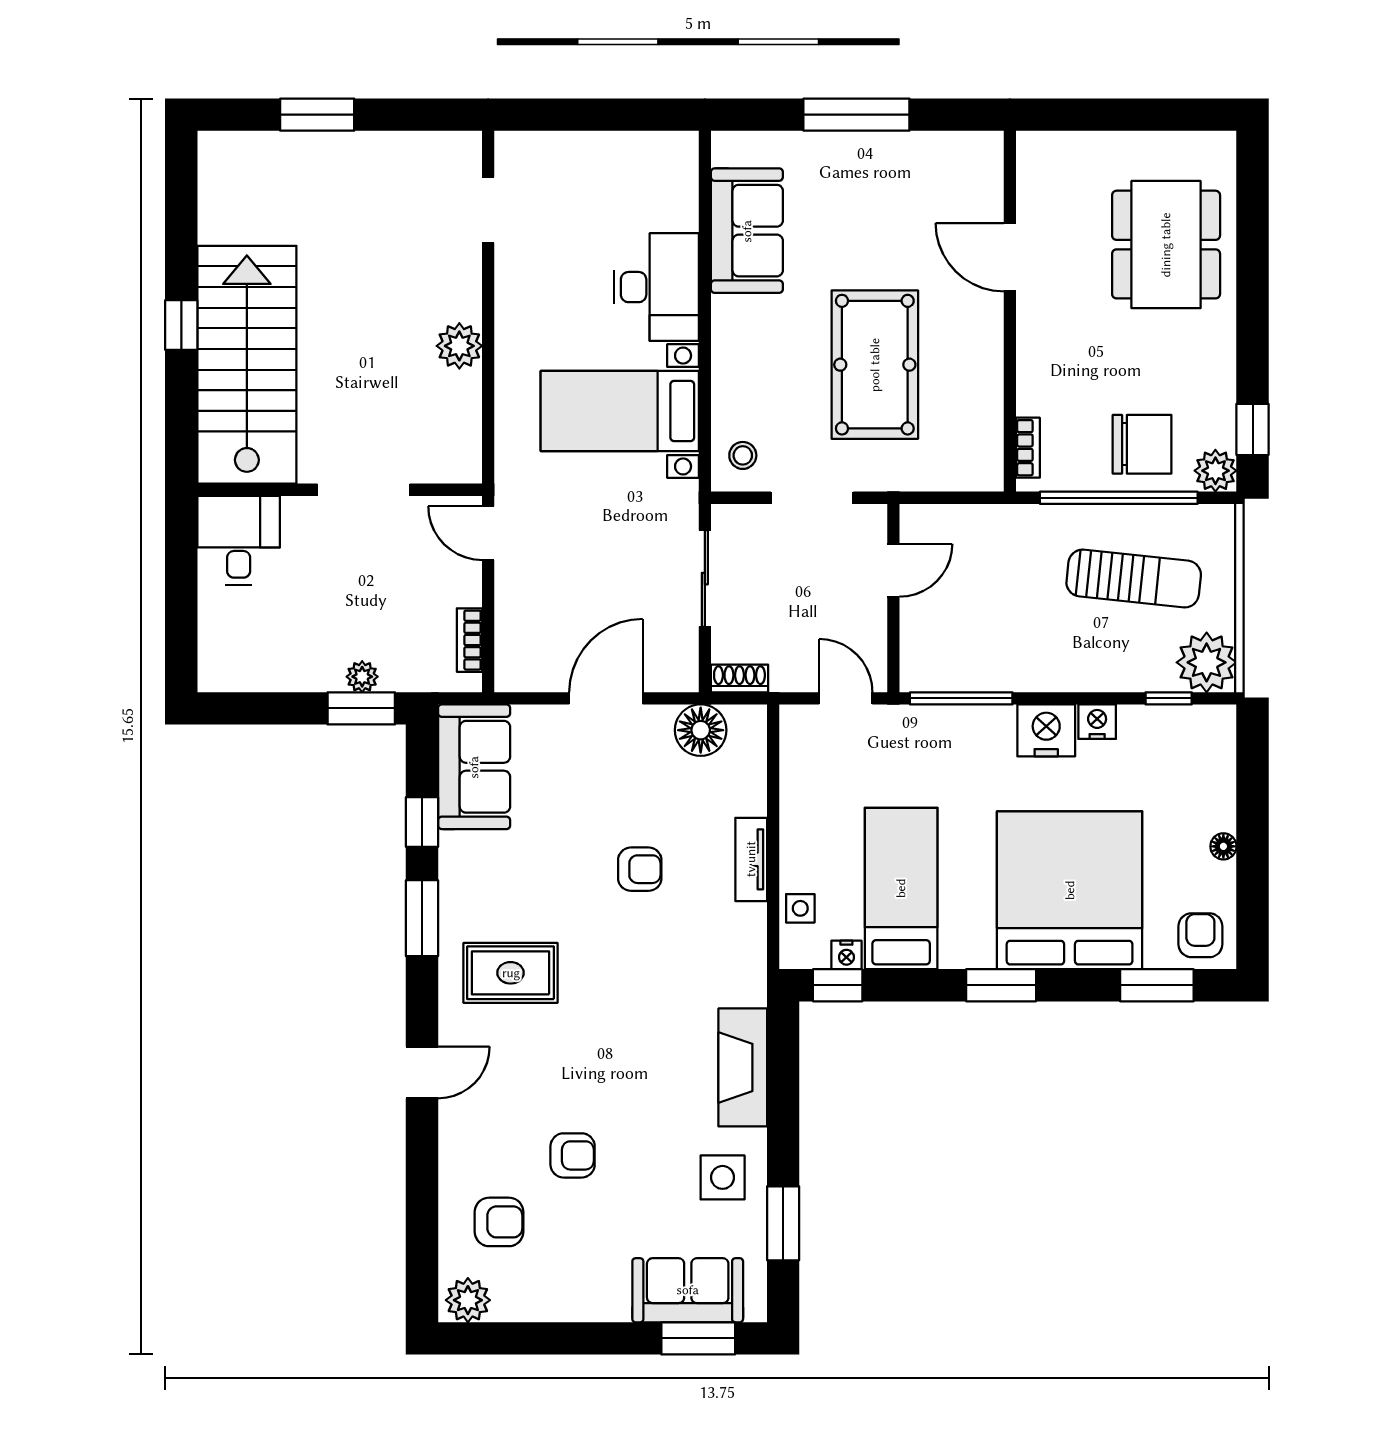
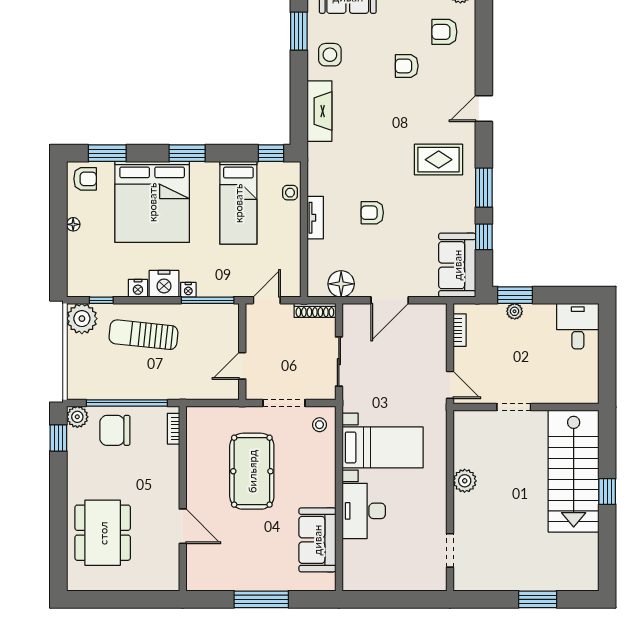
doorway: (364, 490) -> (514, 407), width x0.73
desk: (239, 540) -> (578, 326), moved, turned 180
sun lounger: (1134, 579) -> (143, 335), moved
shoe rack: (739, 678) -> (315, 310), width x1.43
door: (846, 698) -> (267, 300), swing flipped
armchair: (1200, 935) -> (85, 179), turned -90
nightstand: (846, 955) -> (188, 290), moved, turned 180

